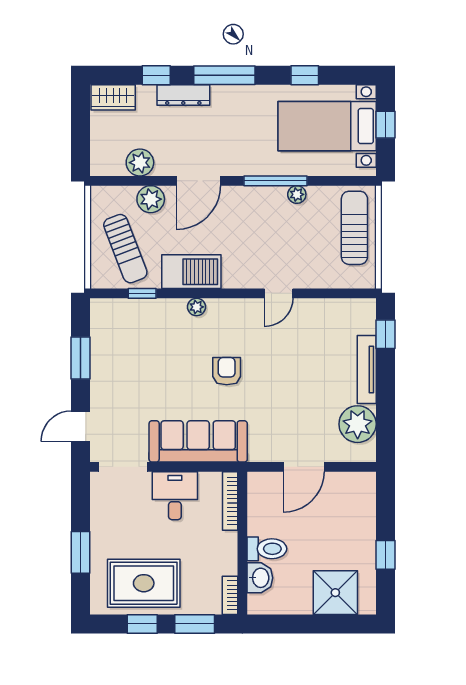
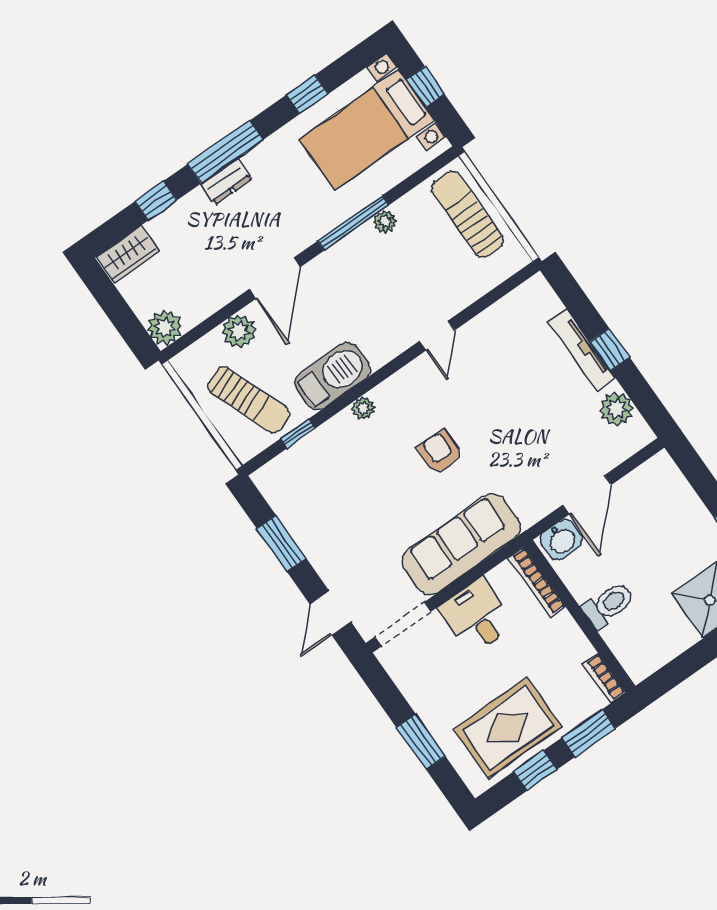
dresser: (183, 95) -> (226, 181), moved, width x0.70
plant: (140, 163) -> (165, 328), moved
window: (385, 334) -> (610, 349), moved
plant: (358, 424) -> (617, 409), width x0.73, depth x0.73
washbasin: (260, 578) -> (561, 540), moved, turned 90

